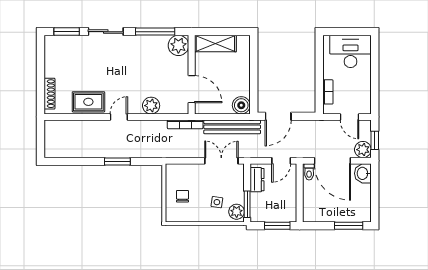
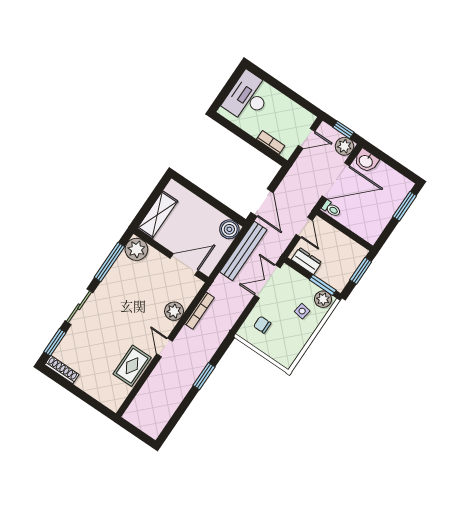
shoe rack: (49, 94) -> (62, 370), moved
bookcase: (185, 124) -> (199, 311), moved
chair: (182, 196) -> (262, 325), moved

